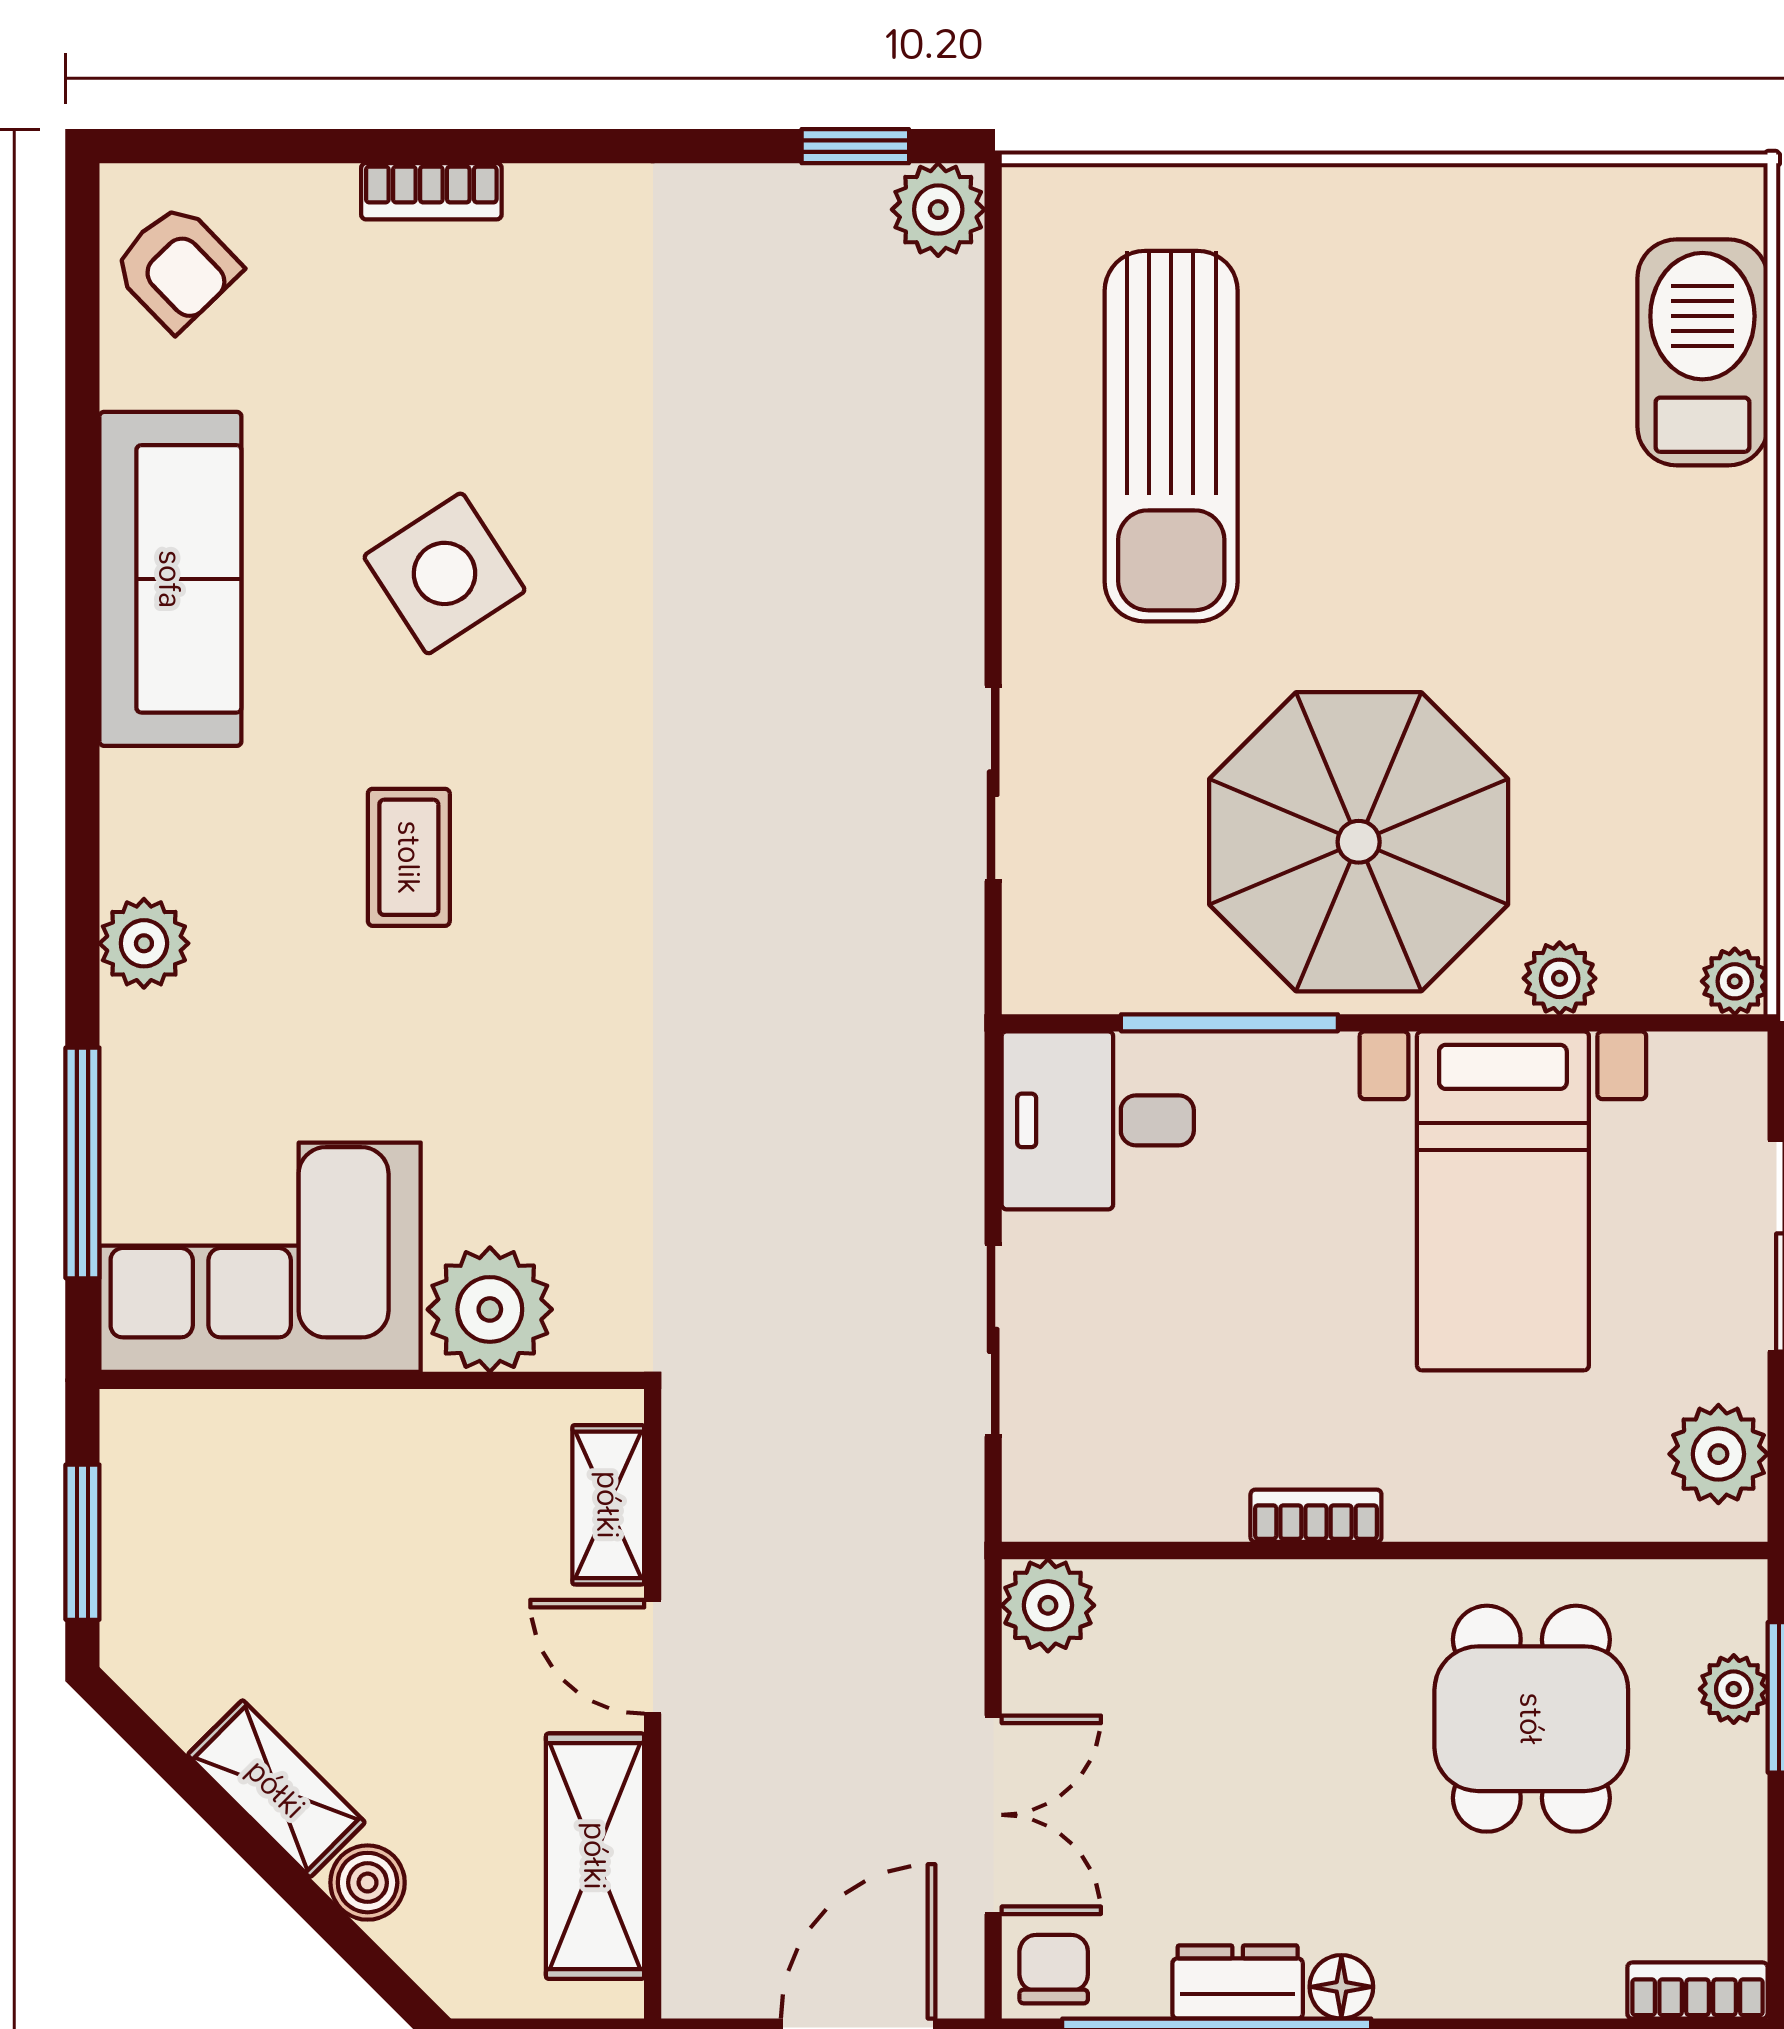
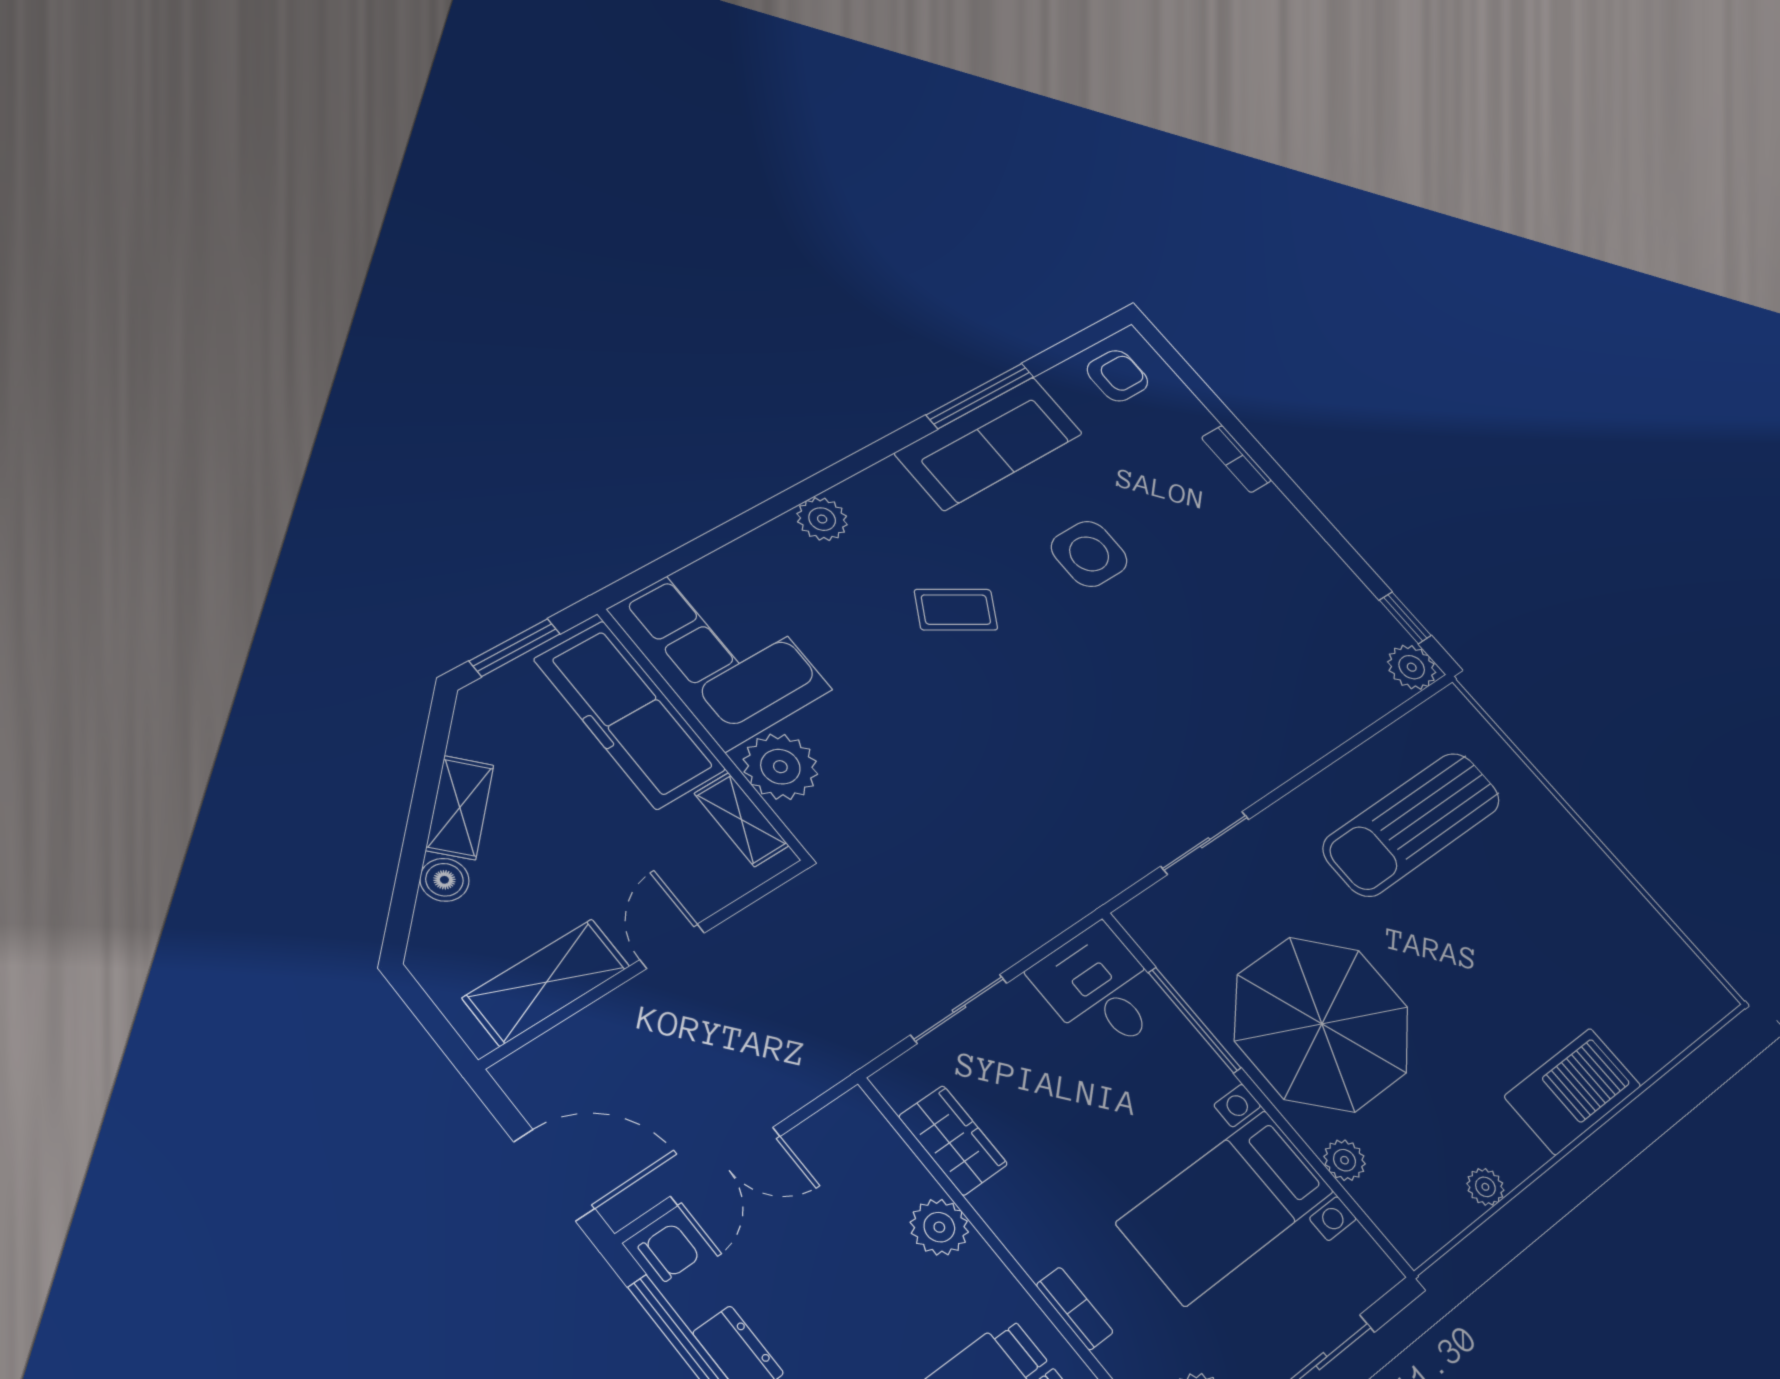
armchair: (176, 267) -> (1117, 376), turned -136
barbecue: (1702, 352) -> (1573, 1091), moved
side table: (445, 573) -> (1089, 554), turned 33
coffee table: (409, 857) -> (956, 610), turned 31
plant: (1735, 981) -> (1485, 1187), moved
window: (82, 1163) -> (980, 396), moved
freezer: (281, 1460) -> (629, 714), added
wardrobe: (1162, 1495) -> (953, 1140), added
shelving: (608, 1505) -> (741, 820), moved, turned 90
bookcase: (1316, 1516) -> (1075, 1309), moved
plant: (1048, 1605) -> (939, 1227), moved

